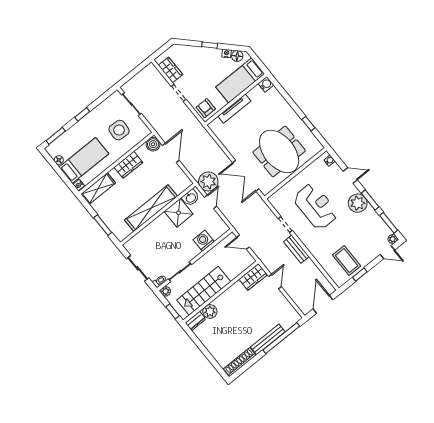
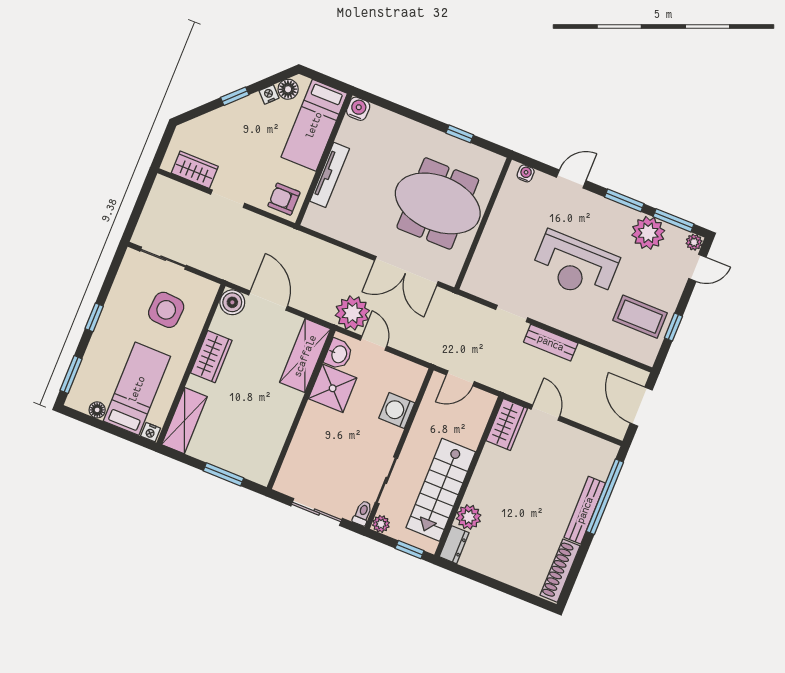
plant: (358, 203) -> (648, 233), moved
reception desk: (316, 206) -> (575, 266), moved, turned 180
shelving: (151, 208) -> (305, 356), moved, width x0.68

